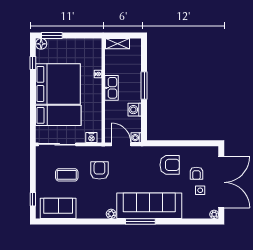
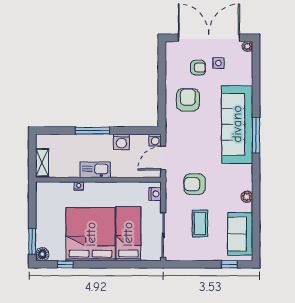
plant: (111, 214) -> (247, 197), moved

